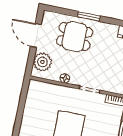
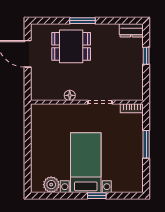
plant: (42, 62) -> (41, 82), removed

